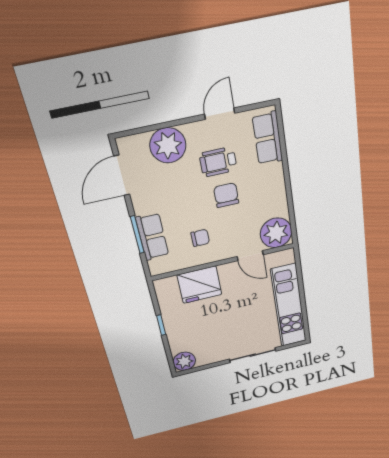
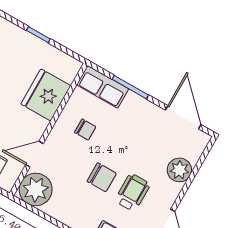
plant: (168, 145) -> (179, 170), width x0.73, depth x0.73
row of seats: (152, 237) -> (103, 87), moved
chair: (200, 238) -> (85, 130), turned -90

